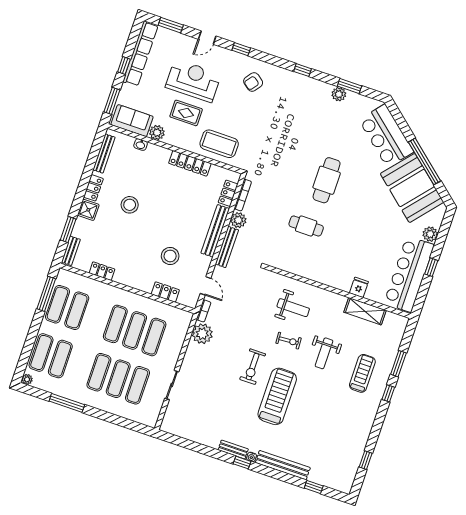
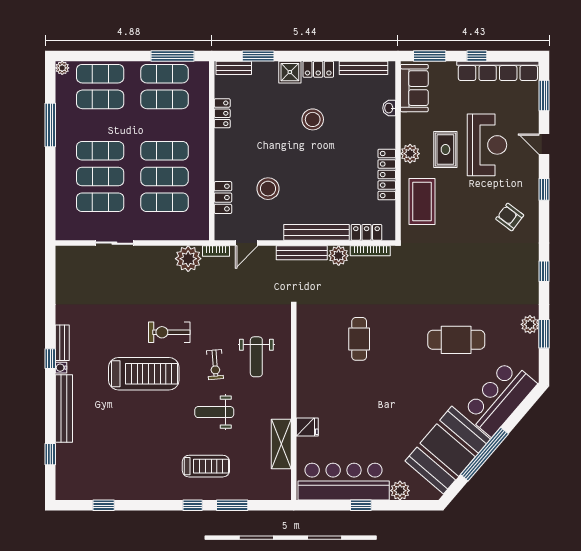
plant: (157, 133) -> (410, 154), moved
cafe table: (327, 180) -> (456, 340), moved

